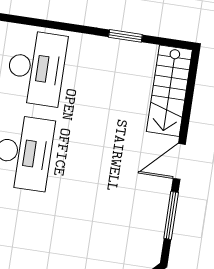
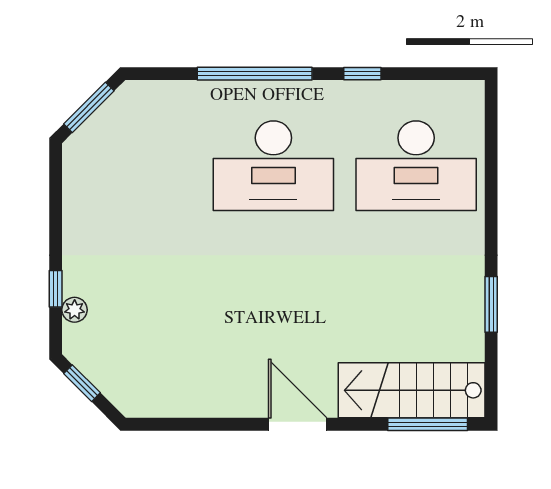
window: (171, 215) -> (428, 424), moved

